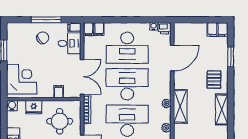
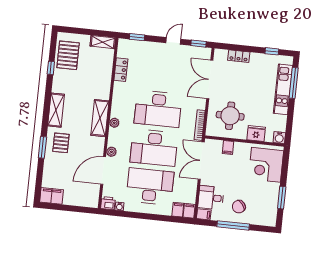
window: (231, 57) -> (42, 147), moved
plant: (166, 128) -> (111, 152), moved

